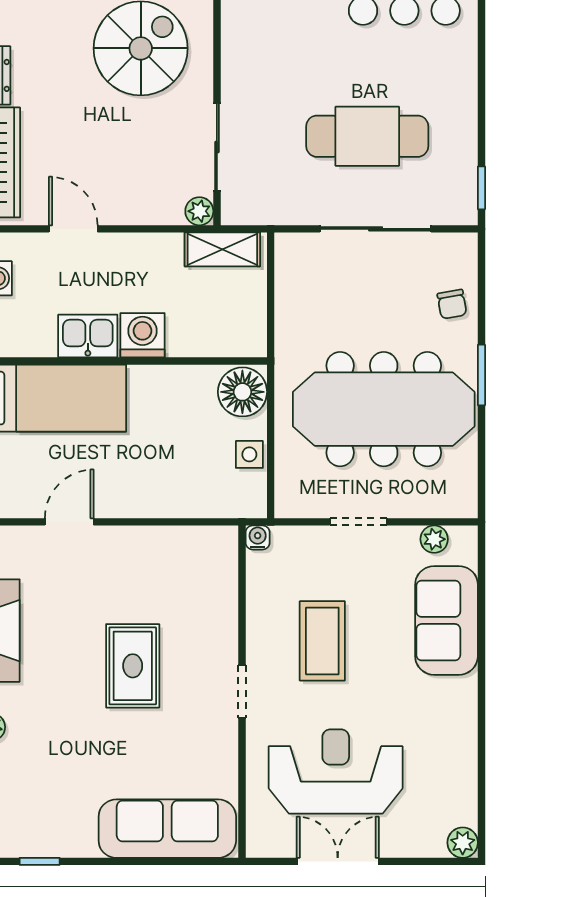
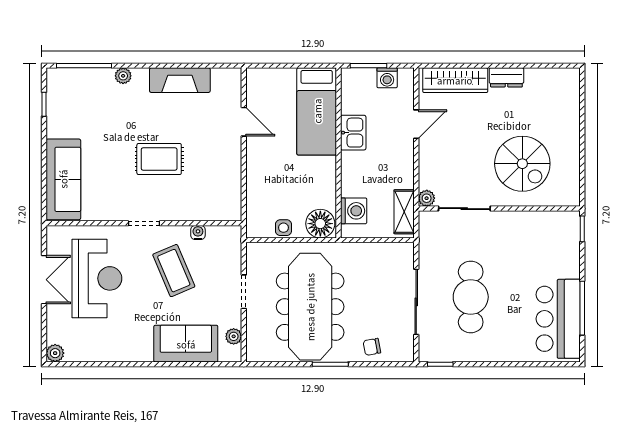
washing machine: (142, 335) -> (354, 211), moved
water cooler: (258, 538) -> (198, 233), moved, turned -90
coffee table: (322, 641) -> (174, 271), turned 67

